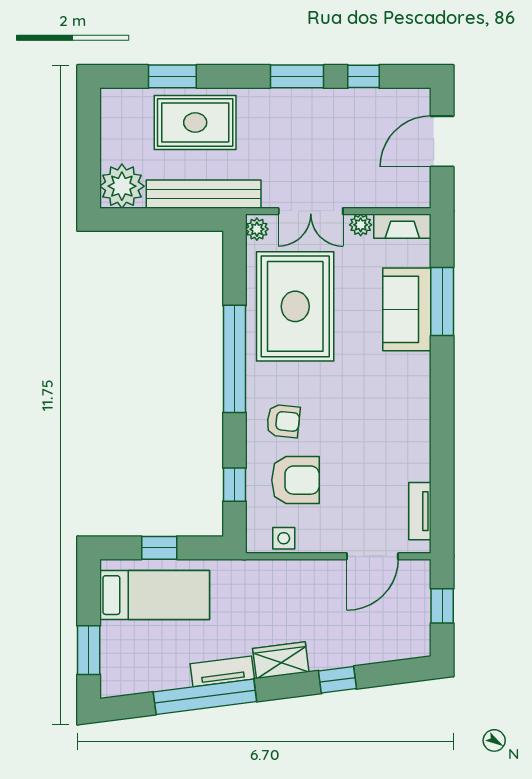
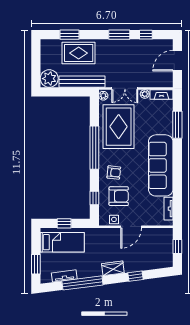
sofa: (407, 309) -> (161, 165), moved, width x1.85, depth x1.27
door: (372, 556) -> (131, 227), moved
tv unit: (222, 671) -> (64, 276), moved

